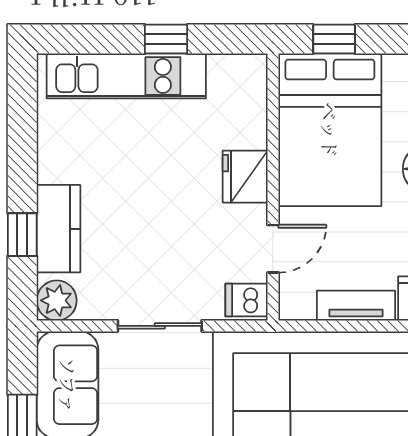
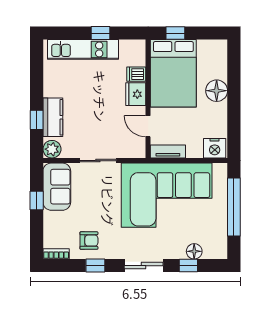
door: (273, 249) -> (148, 126), swing flipped
dishwasher: (246, 300) -> (136, 74), moved
tv unit: (356, 306) -> (168, 151), moved

